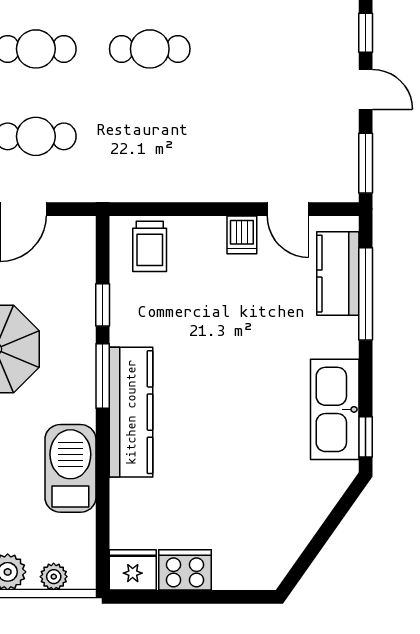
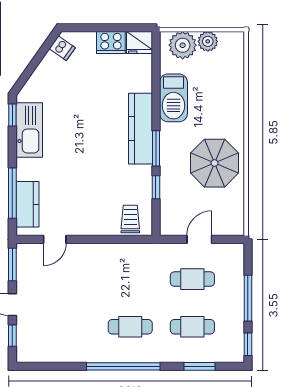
door: (288, 209) -> (55, 239), swing flipped
dishwasher: (242, 235) -> (62, 48), moved, turned 125
plant: (54, 577) -> (183, 45), width x1.88, depth x1.88

